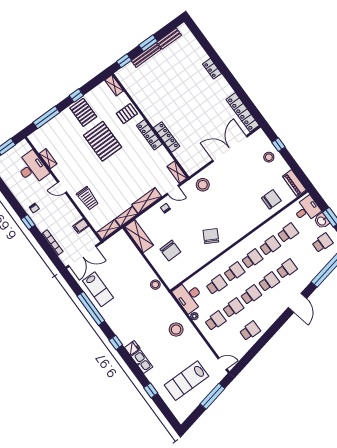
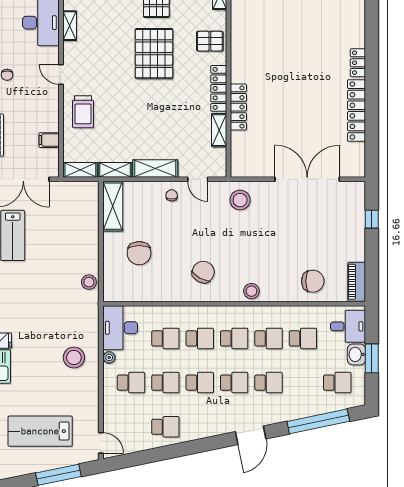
locker: (243, 112) -> (356, 111), moved
stool: (269, 157) -> (251, 291), moved
shelving: (177, 172) -> (219, 130), moved

